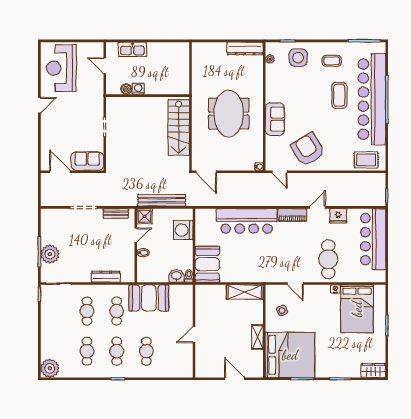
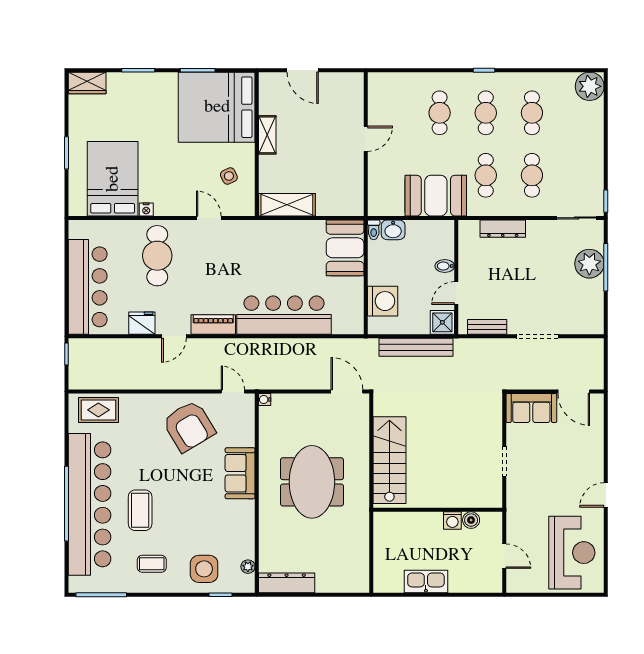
kitchen sink: (132, 49) -> (426, 582), moved

